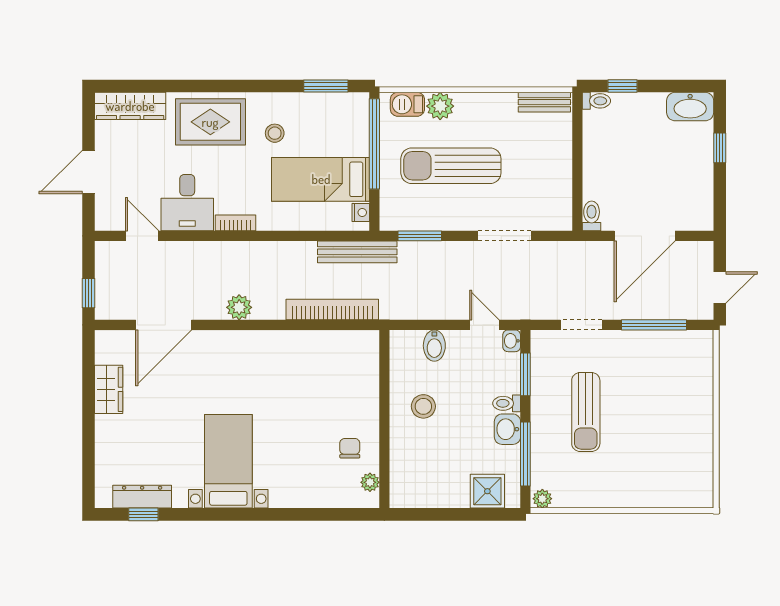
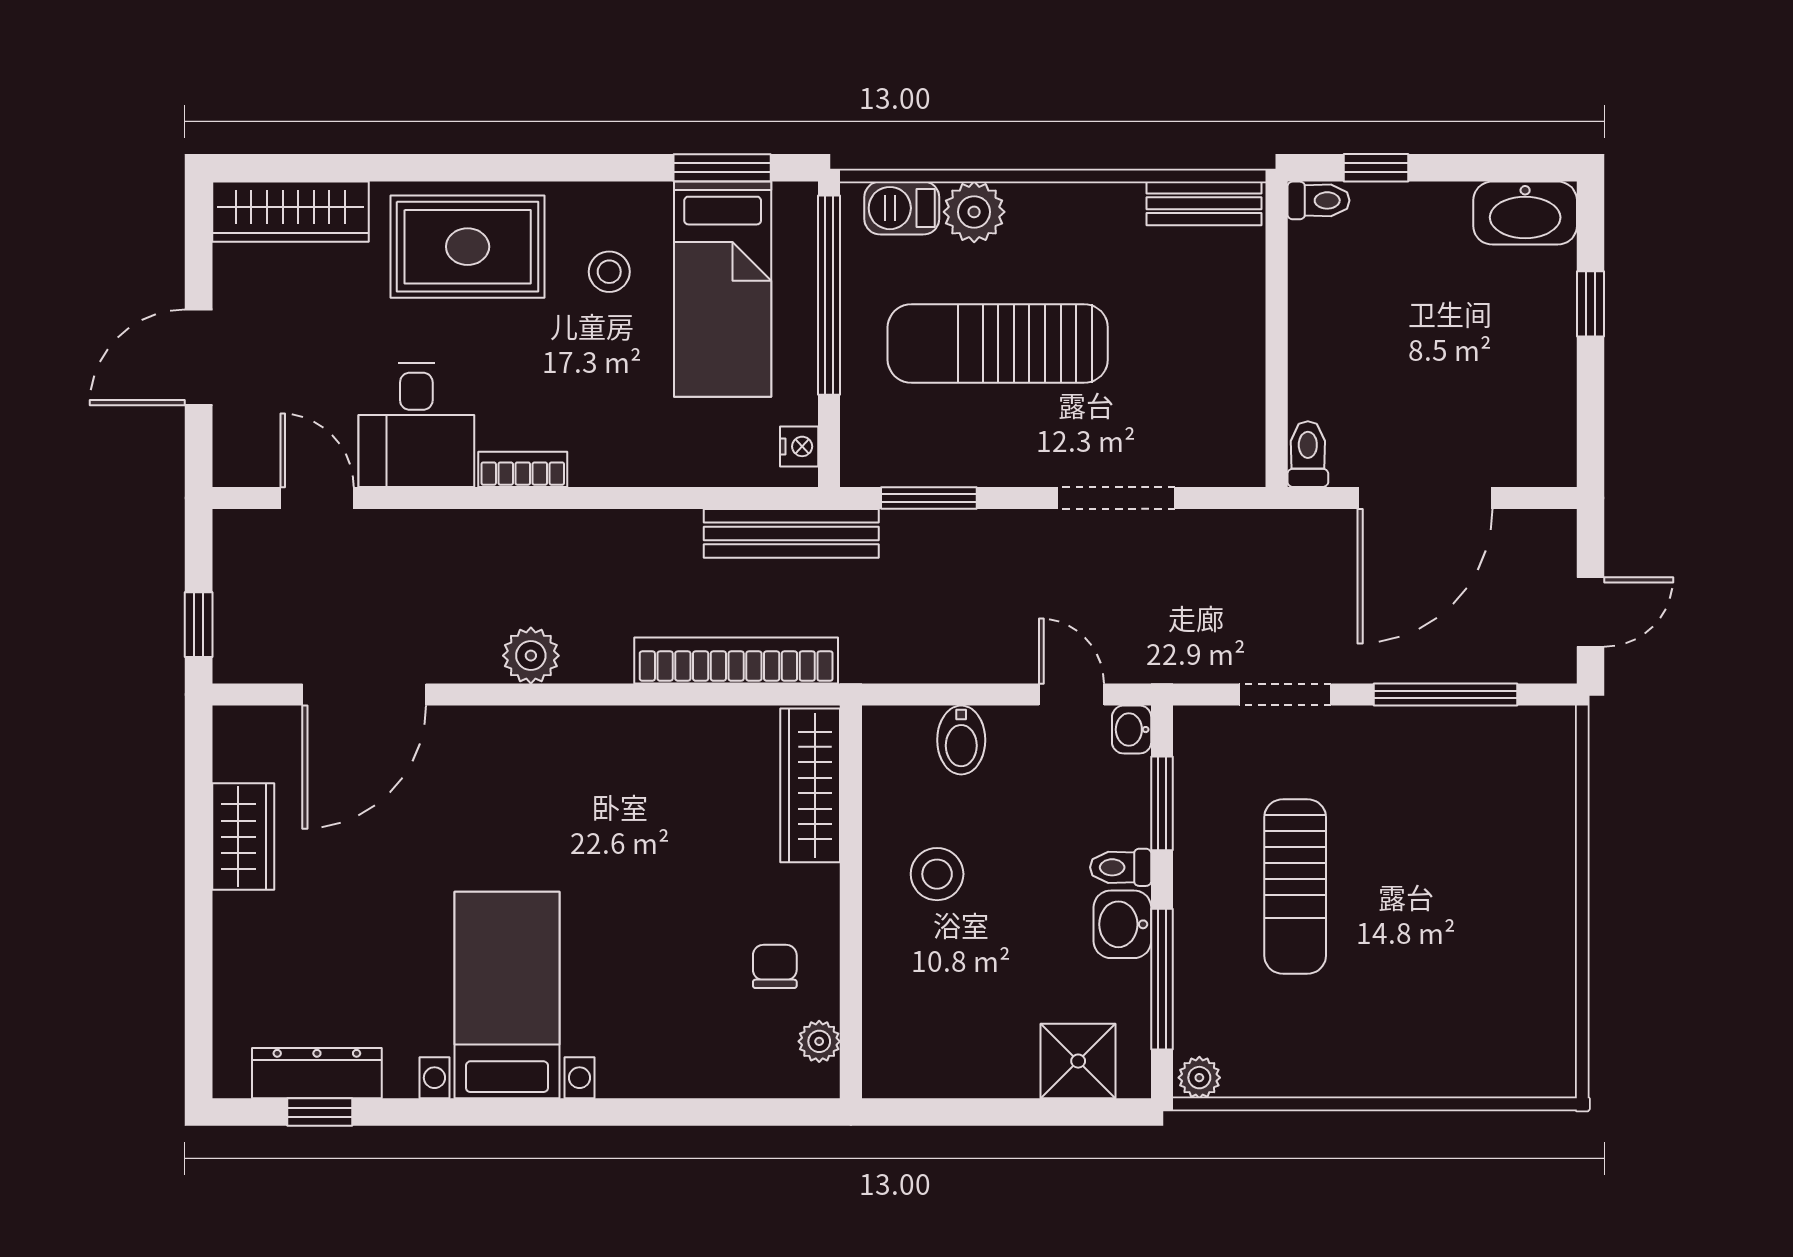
bed: (321, 179) -> (723, 289), moved, turned -90
wardrobe: (366, 366) -> (810, 785), added

